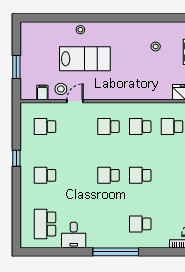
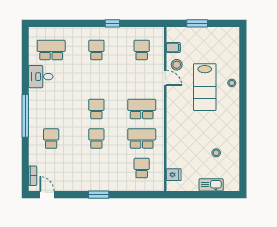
school desk: (108, 127) -> (142, 109), width x1.85
school desk: (140, 127) -> (142, 138), width x1.85

